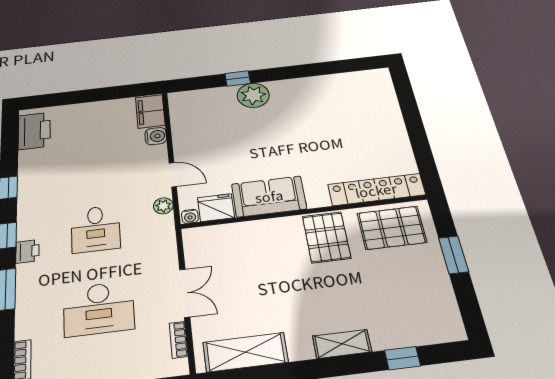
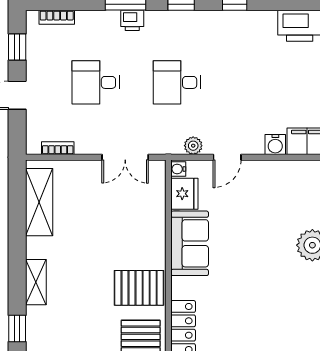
printer: (27, 251) -> (132, 20), moved
double door: (185, 293) -> (125, 157), moved
desk: (99, 309) -> (96, 82), width x0.73

